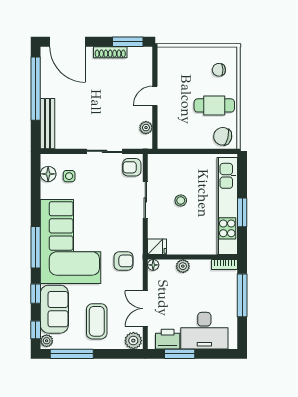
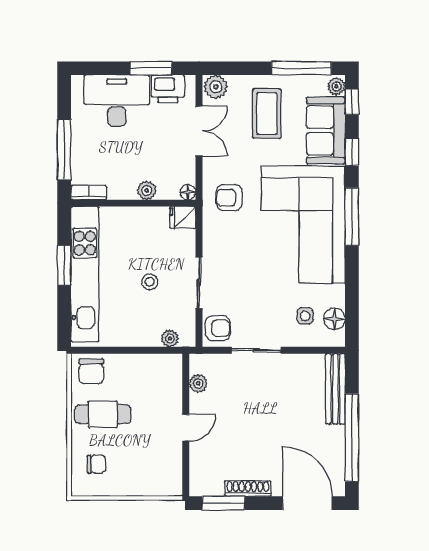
chair: (223, 136) -> (91, 371), turned 76
plant: (166, 160) -> (170, 339), added

